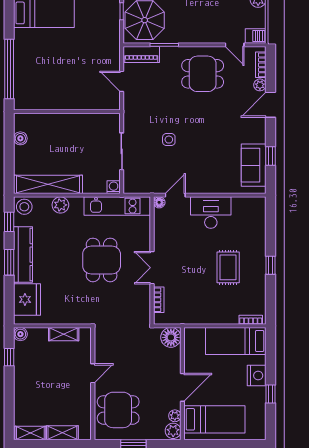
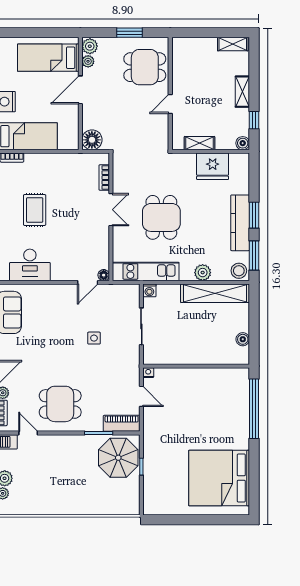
nightstand: (115, 105) -> (148, 373), added
desk: (211, 213) -> (30, 265), moved
window: (9, 222) -> (254, 256), width x1.50
fridge: (27, 299) -> (213, 166), moved, turned -90
shelving: (62, 433) -> (242, 92), moved, turned 90

